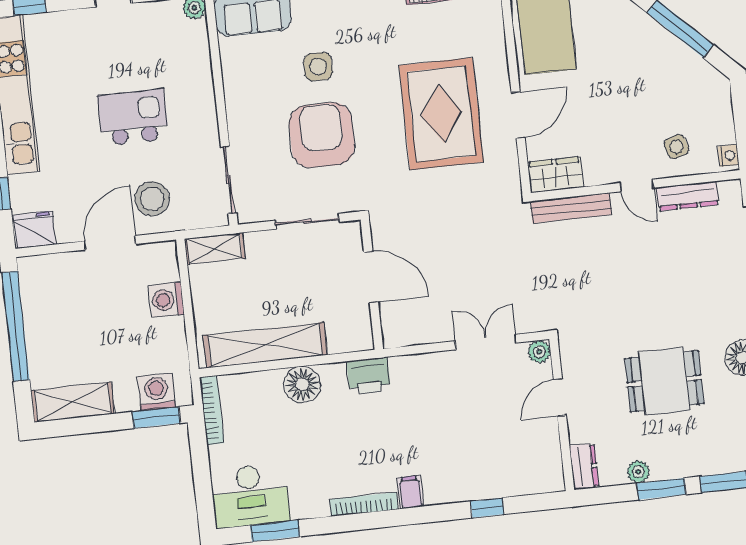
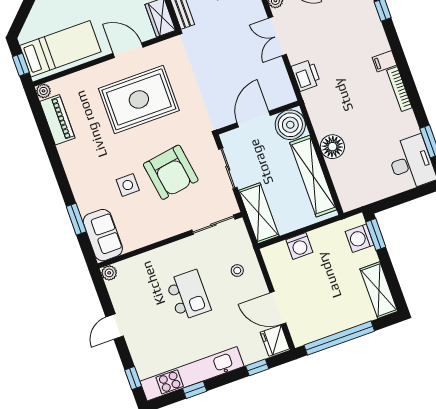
kitchen island: (133, 117) -> (188, 295), turned 180
armchair: (322, 135) -> (171, 172), turned -99
stool: (152, 199) -> (237, 271), width x0.53, depth x0.53
door: (110, 243) -> (278, 308), moved
shelving: (215, 249) -> (259, 213), width x1.50, depth x1.33
boiler: (350, 330) -> (290, 125), added
printer: (369, 376) -> (306, 75), moved
bookcase: (212, 410) -> (363, 200), removed

